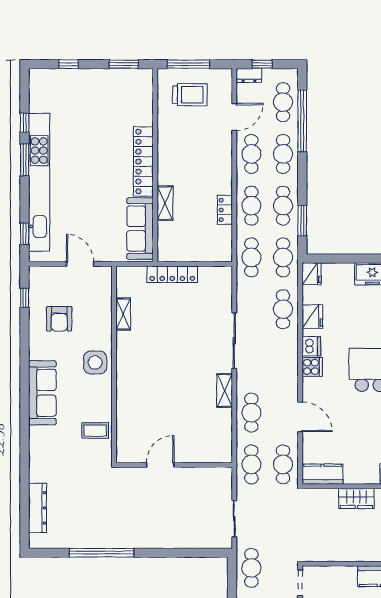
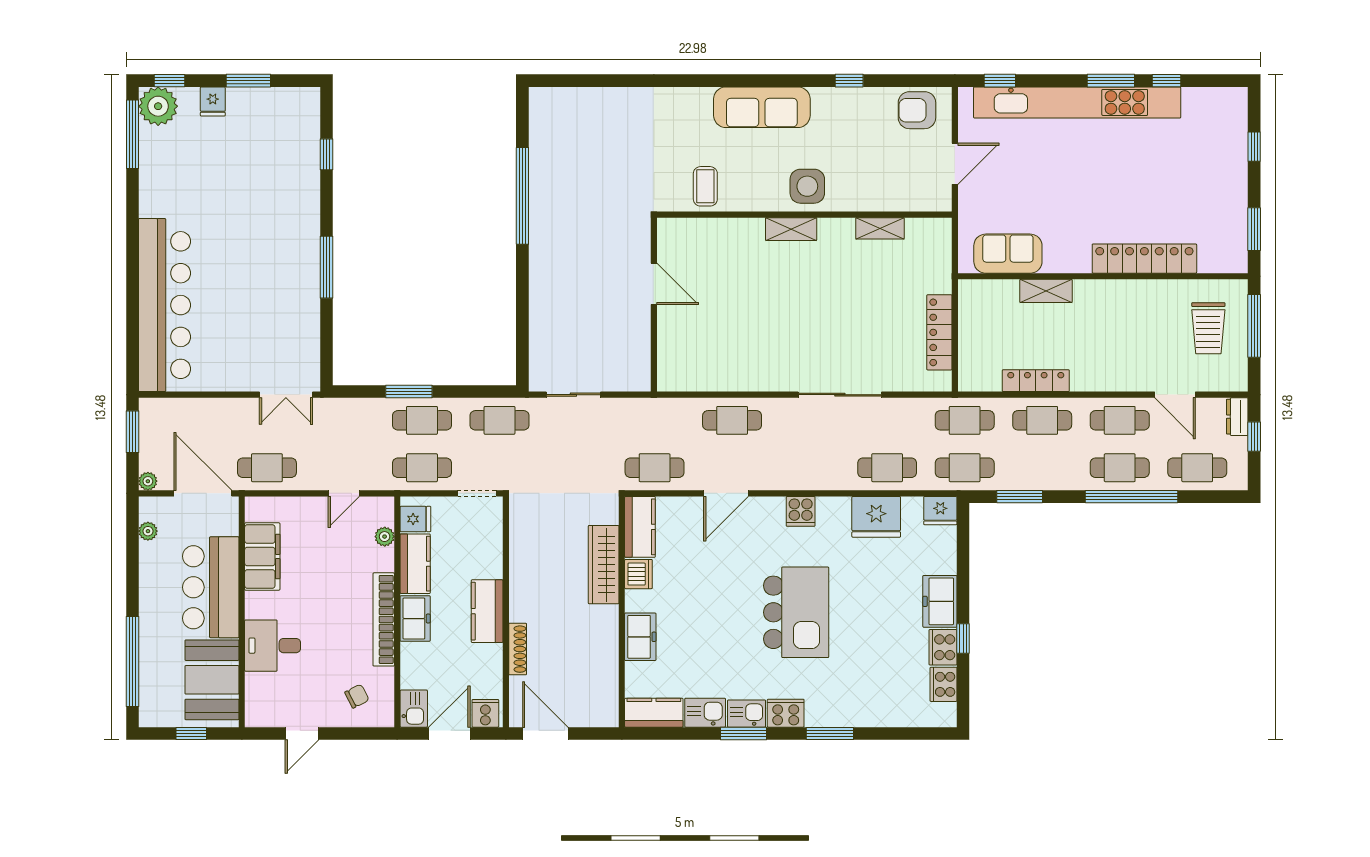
window: (302, 121) -> (1132, 497), moved
locker: (143, 162) -> (1144, 259), moved
cafe table: (283, 206) -> (1042, 468), removed
locker: (225, 210) -> (1036, 381), width x1.53
sofa: (140, 229) -> (1008, 254), width x0.73
locker: (172, 274) -> (939, 332), moved
window: (25, 298) -> (849, 81), moved
fridge: (312, 316) -> (876, 517), width x1.36, depth x1.34
armchair: (59, 319) -> (917, 110), moved
dishwasher: (311, 346) -> (638, 574), moved, turned -90
shelving: (225, 390) -> (791, 229), moved
cafe table: (251, 464) -> (655, 420), removed
wardrobe: (356, 498) -> (604, 565), width x1.50
dresser: (38, 508) -> (589, 100), removed

